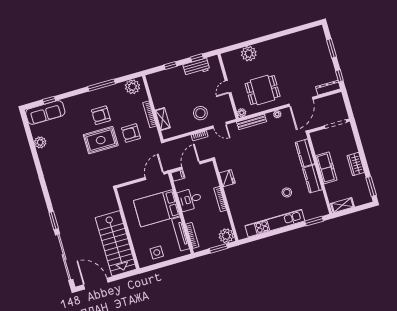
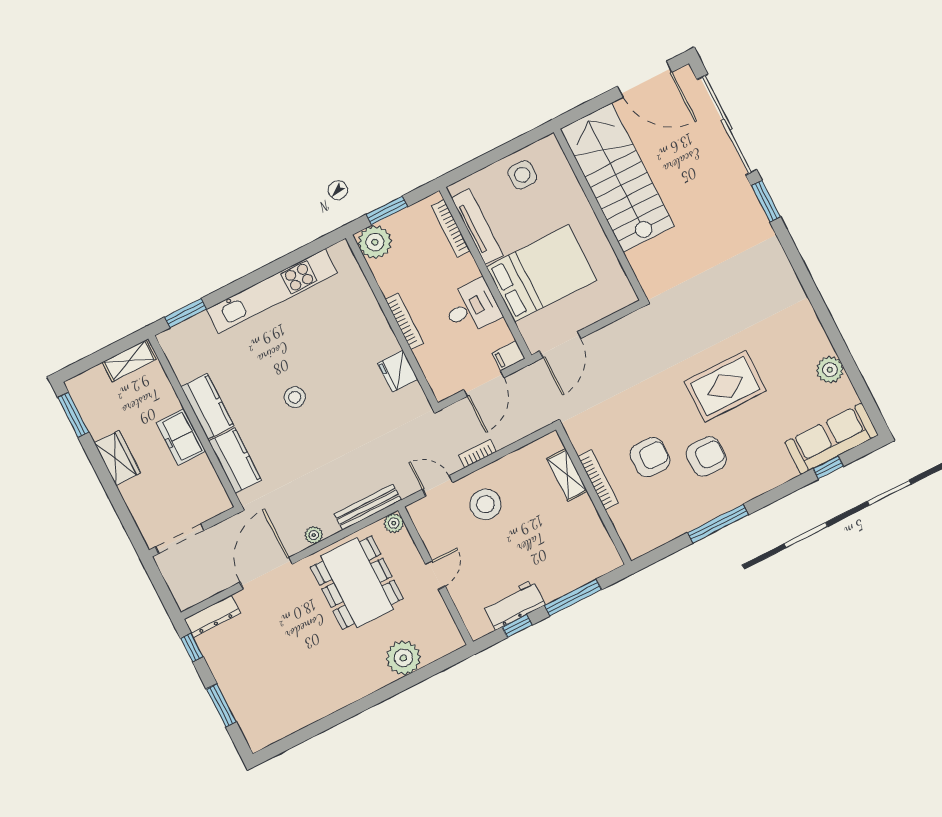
window: (170, 65) -> (573, 598), width x2.17
plant: (132, 87) -> (648, 534), removed
dining table: (263, 90) -> (357, 583), width x1.38
armchair: (131, 133) -> (650, 457), moved
rug: (101, 140) -> (725, 386), moved
freezer: (326, 168) -> (181, 437), width x0.71
stool: (287, 192) -> (295, 397), moved

